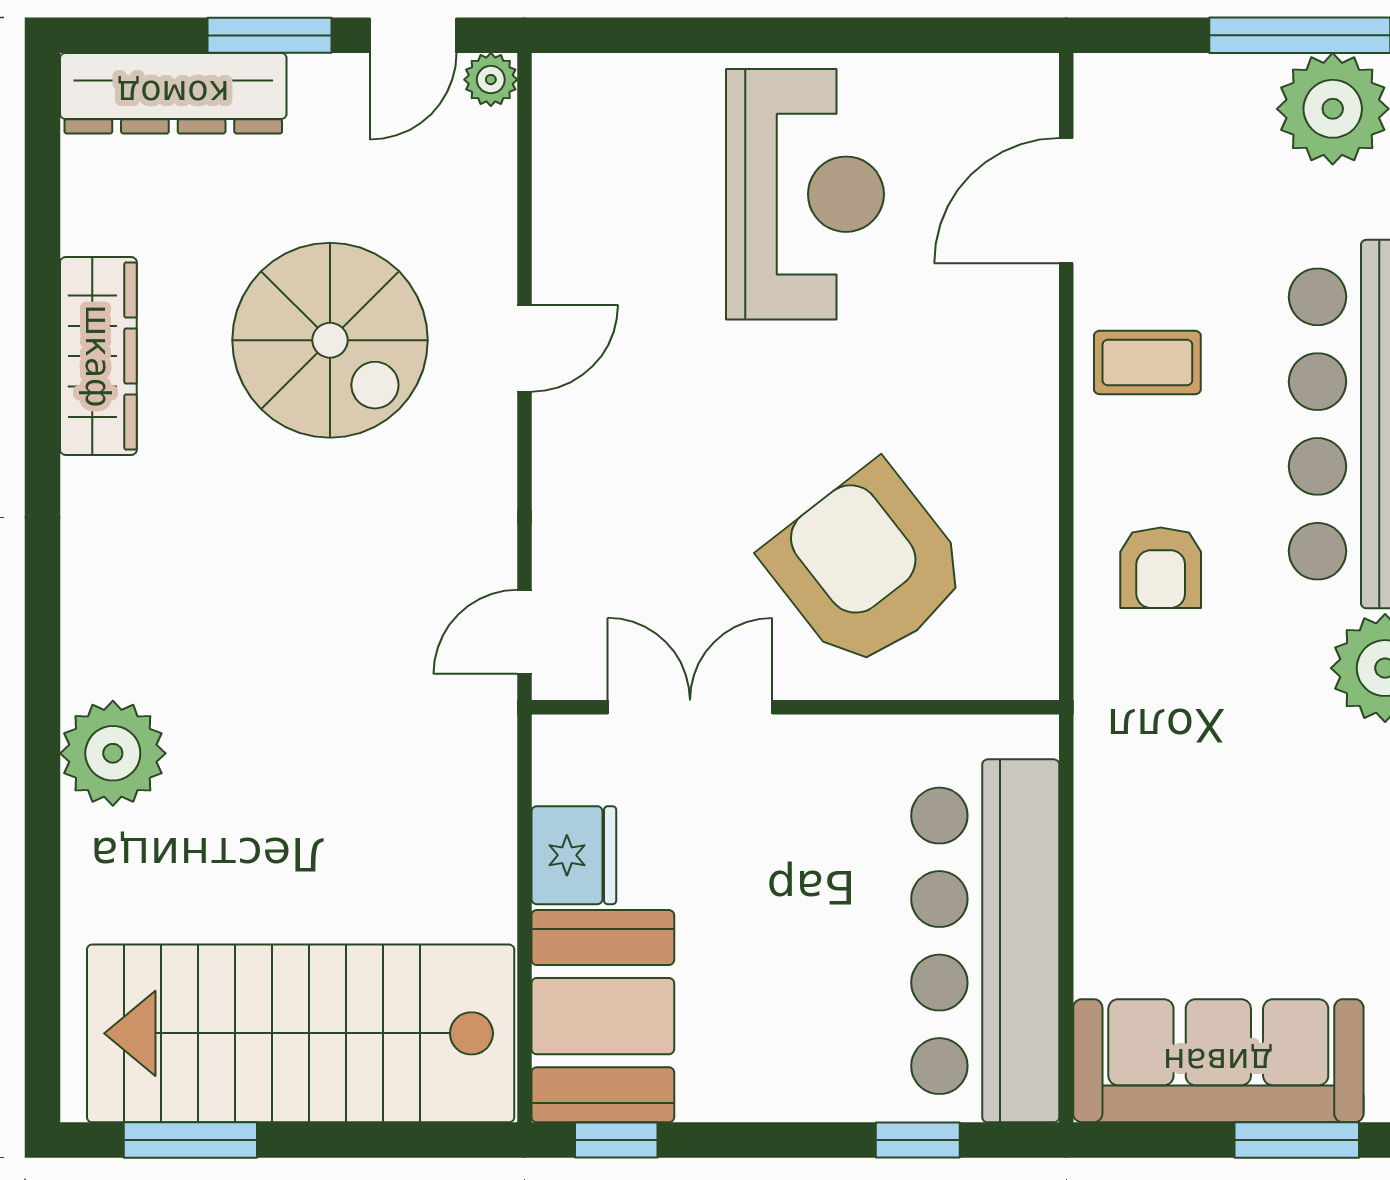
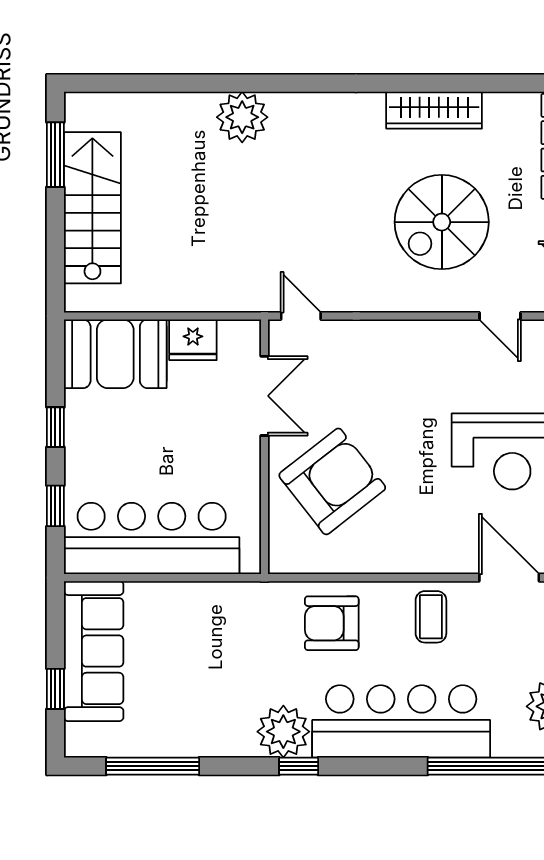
door: (524, 348) -> (500, 316), moved
armchair: (1161, 568) -> (332, 623), width x1.38, depth x1.38
stairs: (301, 1033) -> (92, 208), width x0.73, depth x0.66
window: (616, 1140) -> (55, 427), moved
window: (1297, 1140) -> (55, 689), width x0.67

